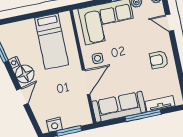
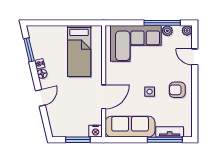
side table: (98, 58) -> (150, 92), moved
floor lamp: (25, 74) -> (42, 74), width x0.53, depth x0.53
window: (143, 115) -> (165, 140), moved
nightstand: (54, 125) -> (96, 131), moved

